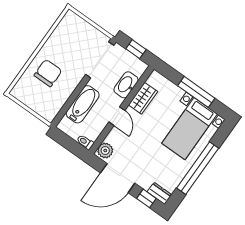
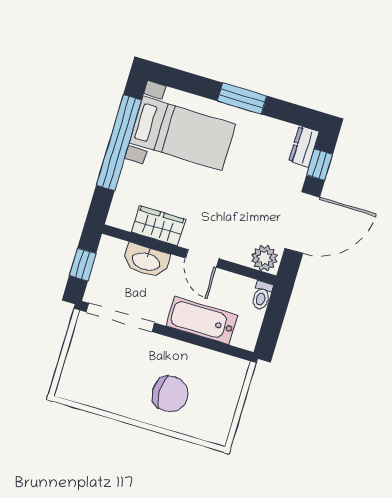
chair: (48, 73) -> (170, 394), turned 180
window: (196, 92) -> (119, 143), width x1.46
door: (117, 116) -> (202, 258), swing flipped
window: (198, 168) -> (242, 98), width x0.47
door: (118, 178) -> (302, 223), hinge flipped

